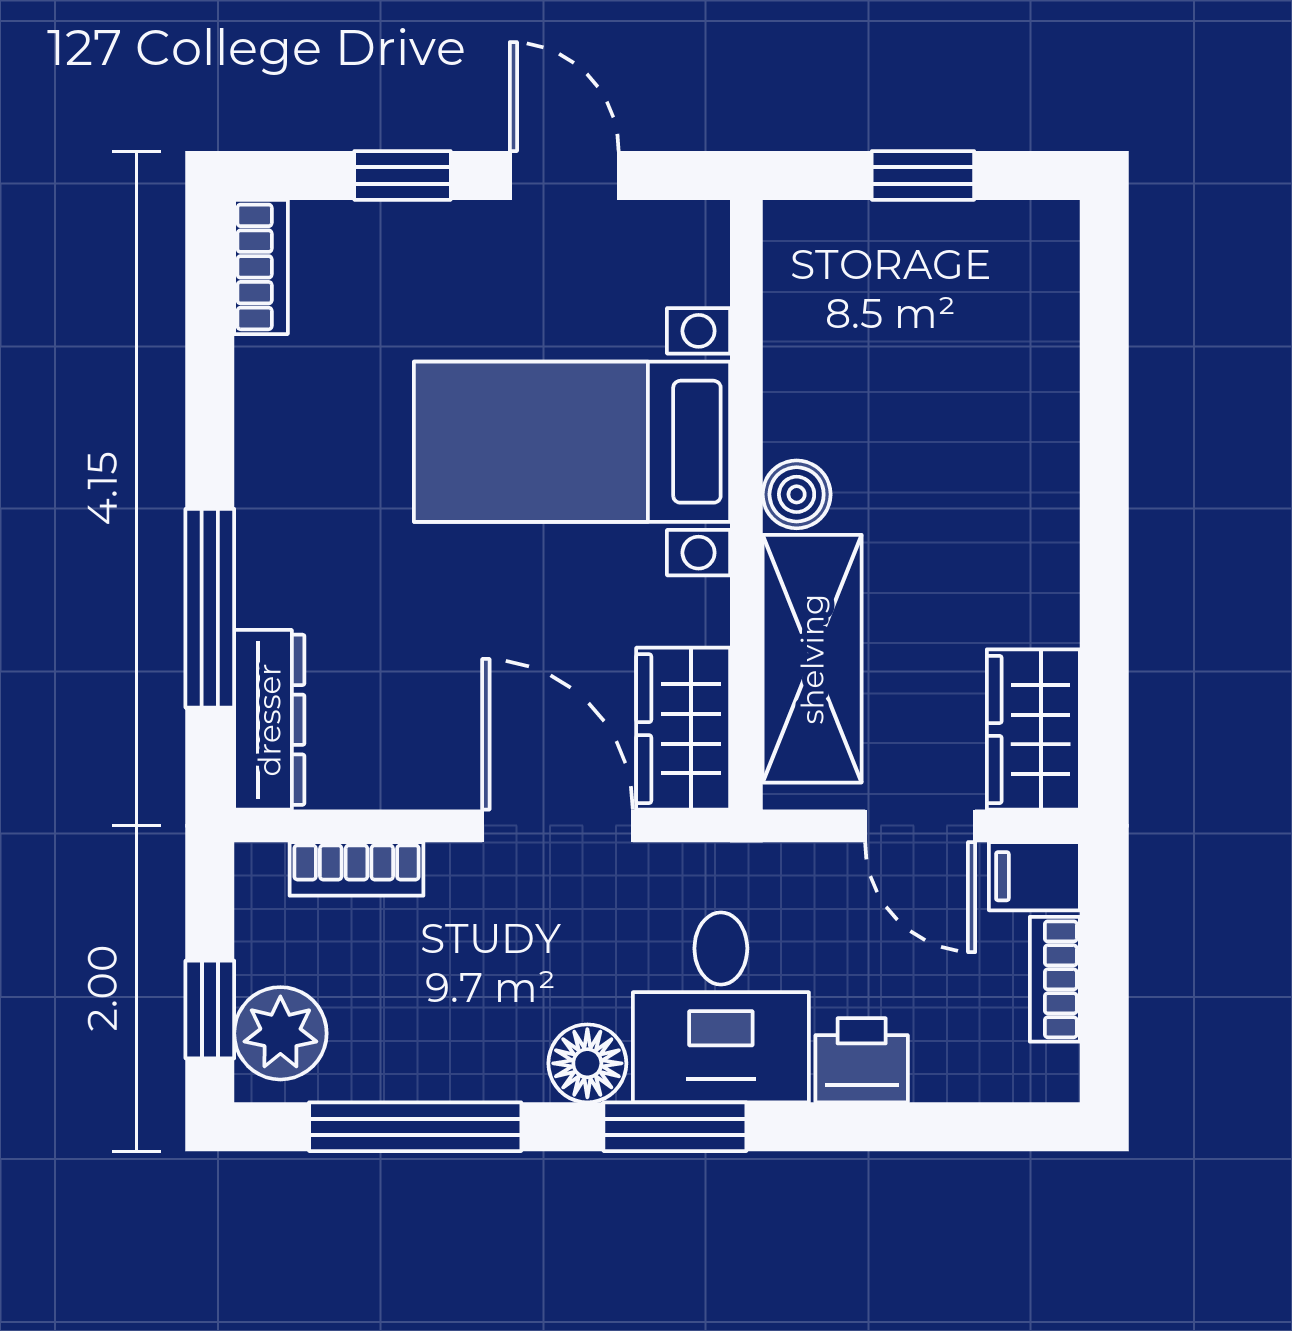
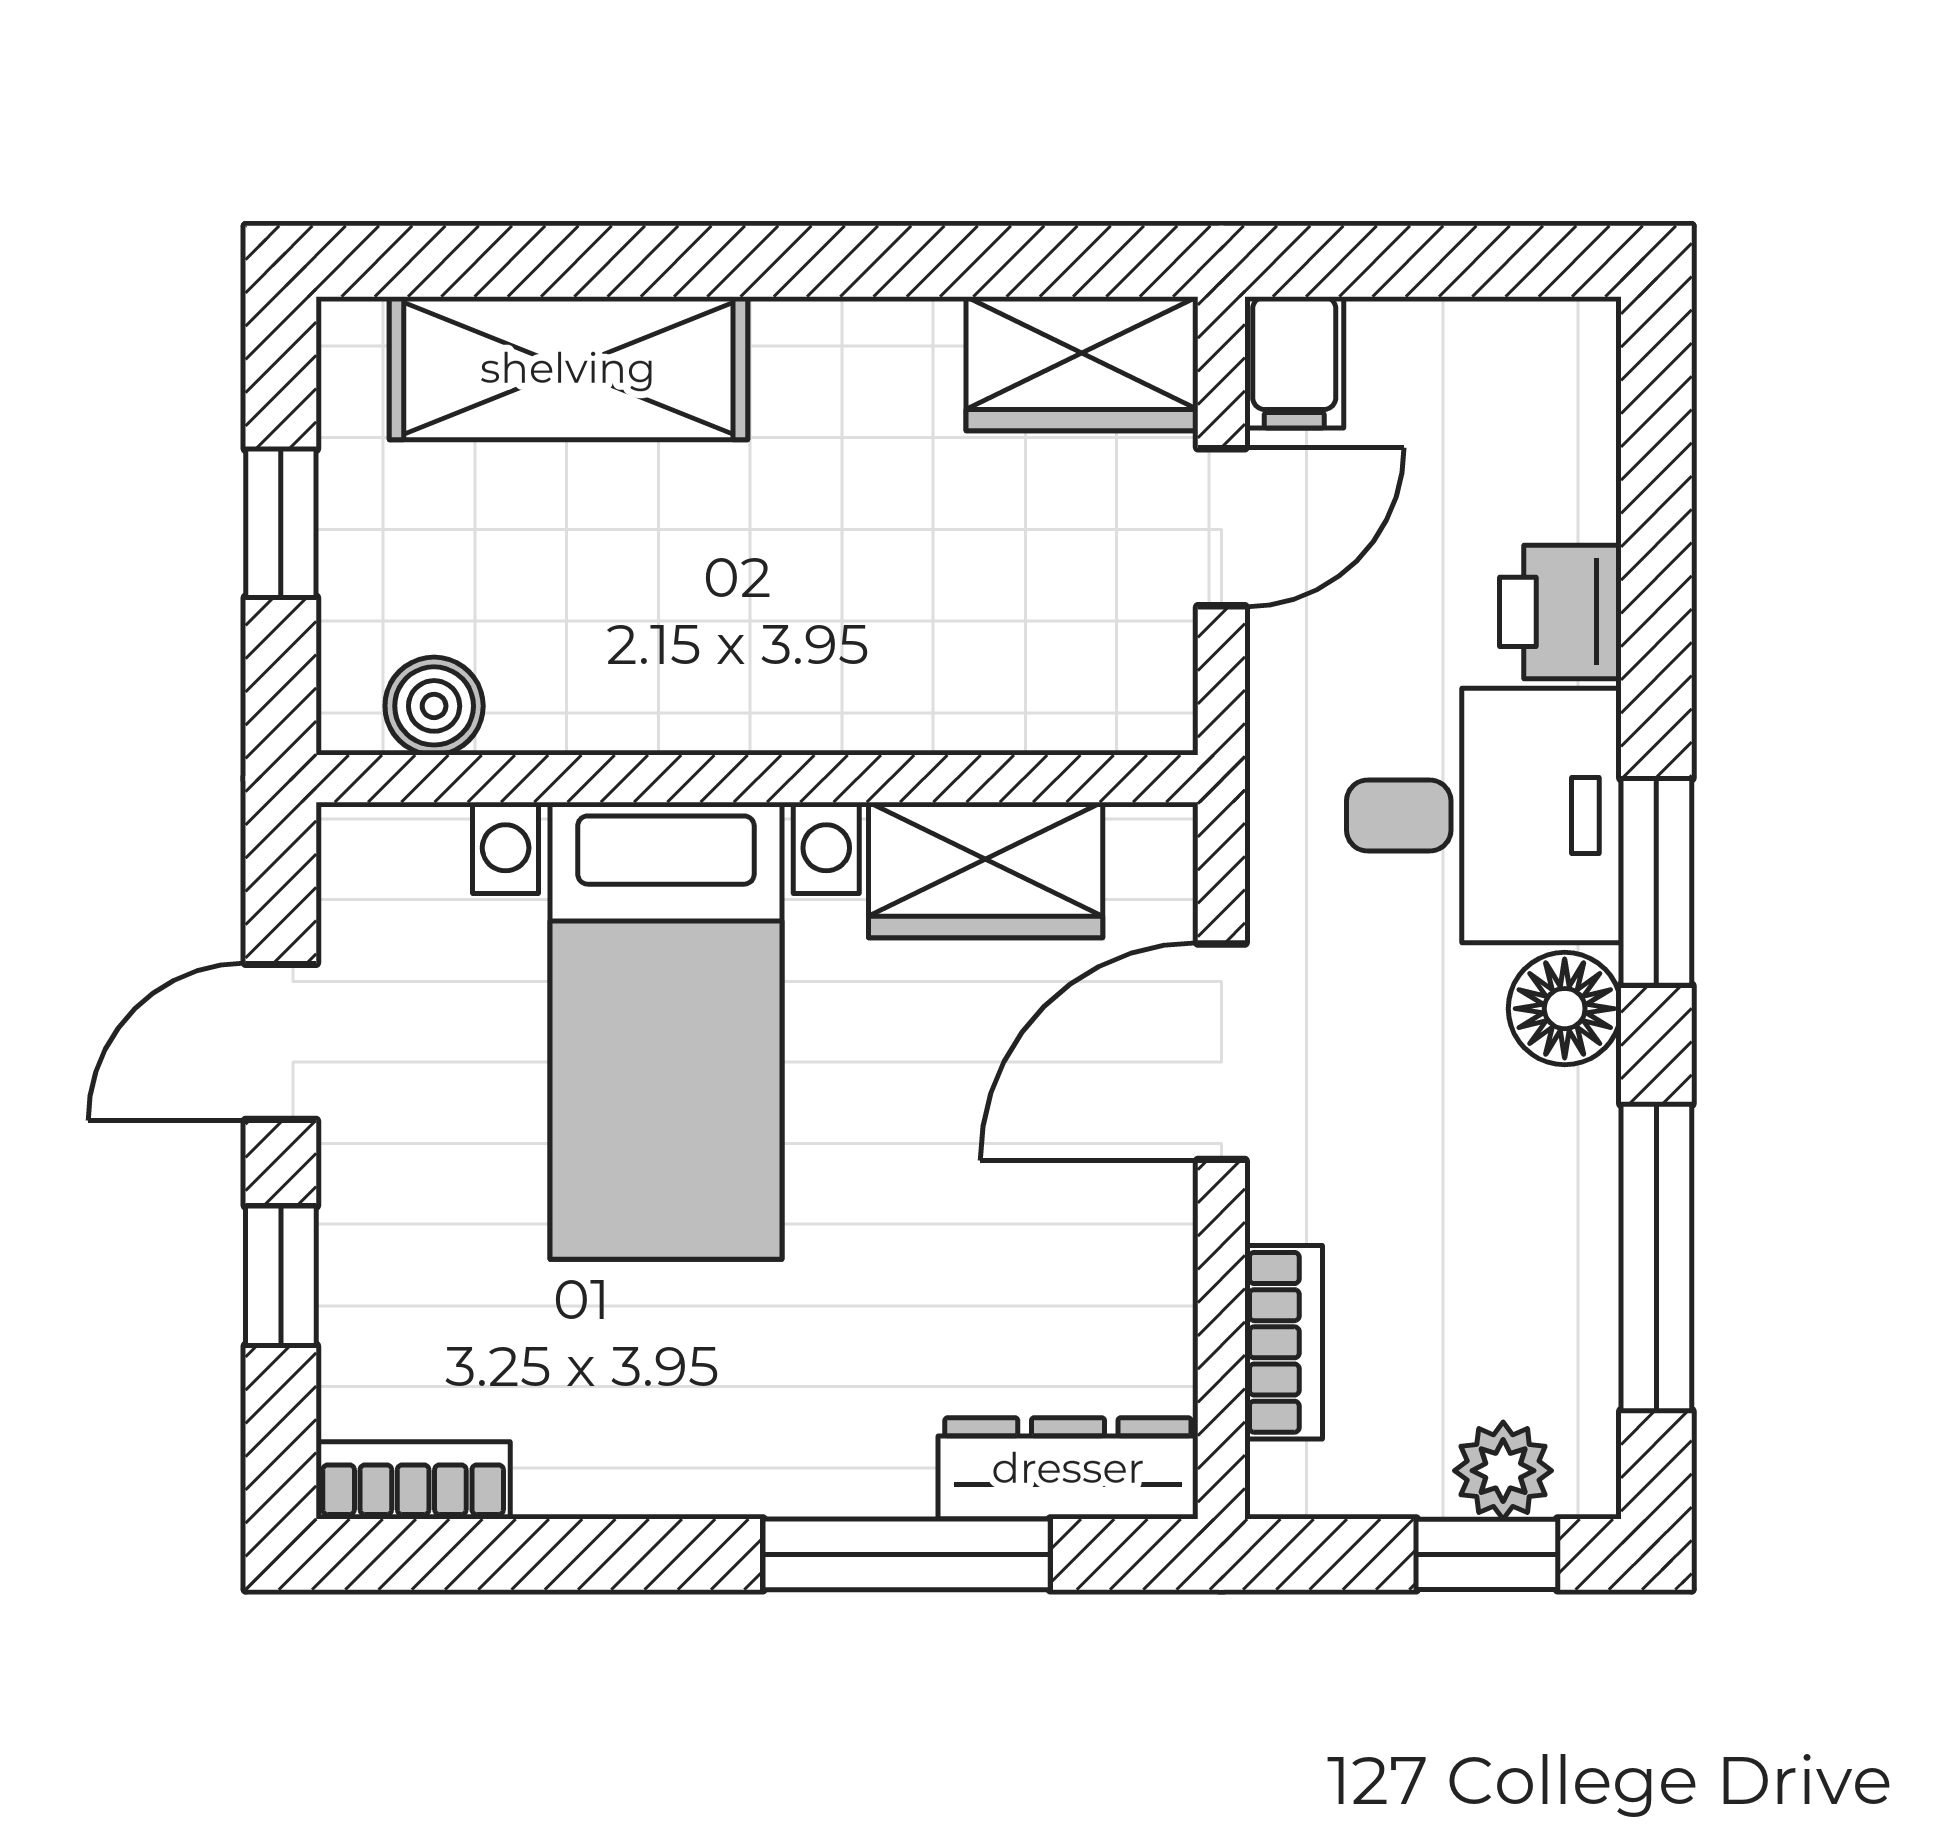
boiler: (797, 494) -> (434, 706), moved
shelving: (812, 659) -> (568, 368), moved
wardrobe: (683, 729) -> (986, 870), moved
bookcase: (1055, 979) -> (1443, 333), removed
plant: (280, 1033) -> (1503, 1471), width x0.73, depth x0.73

